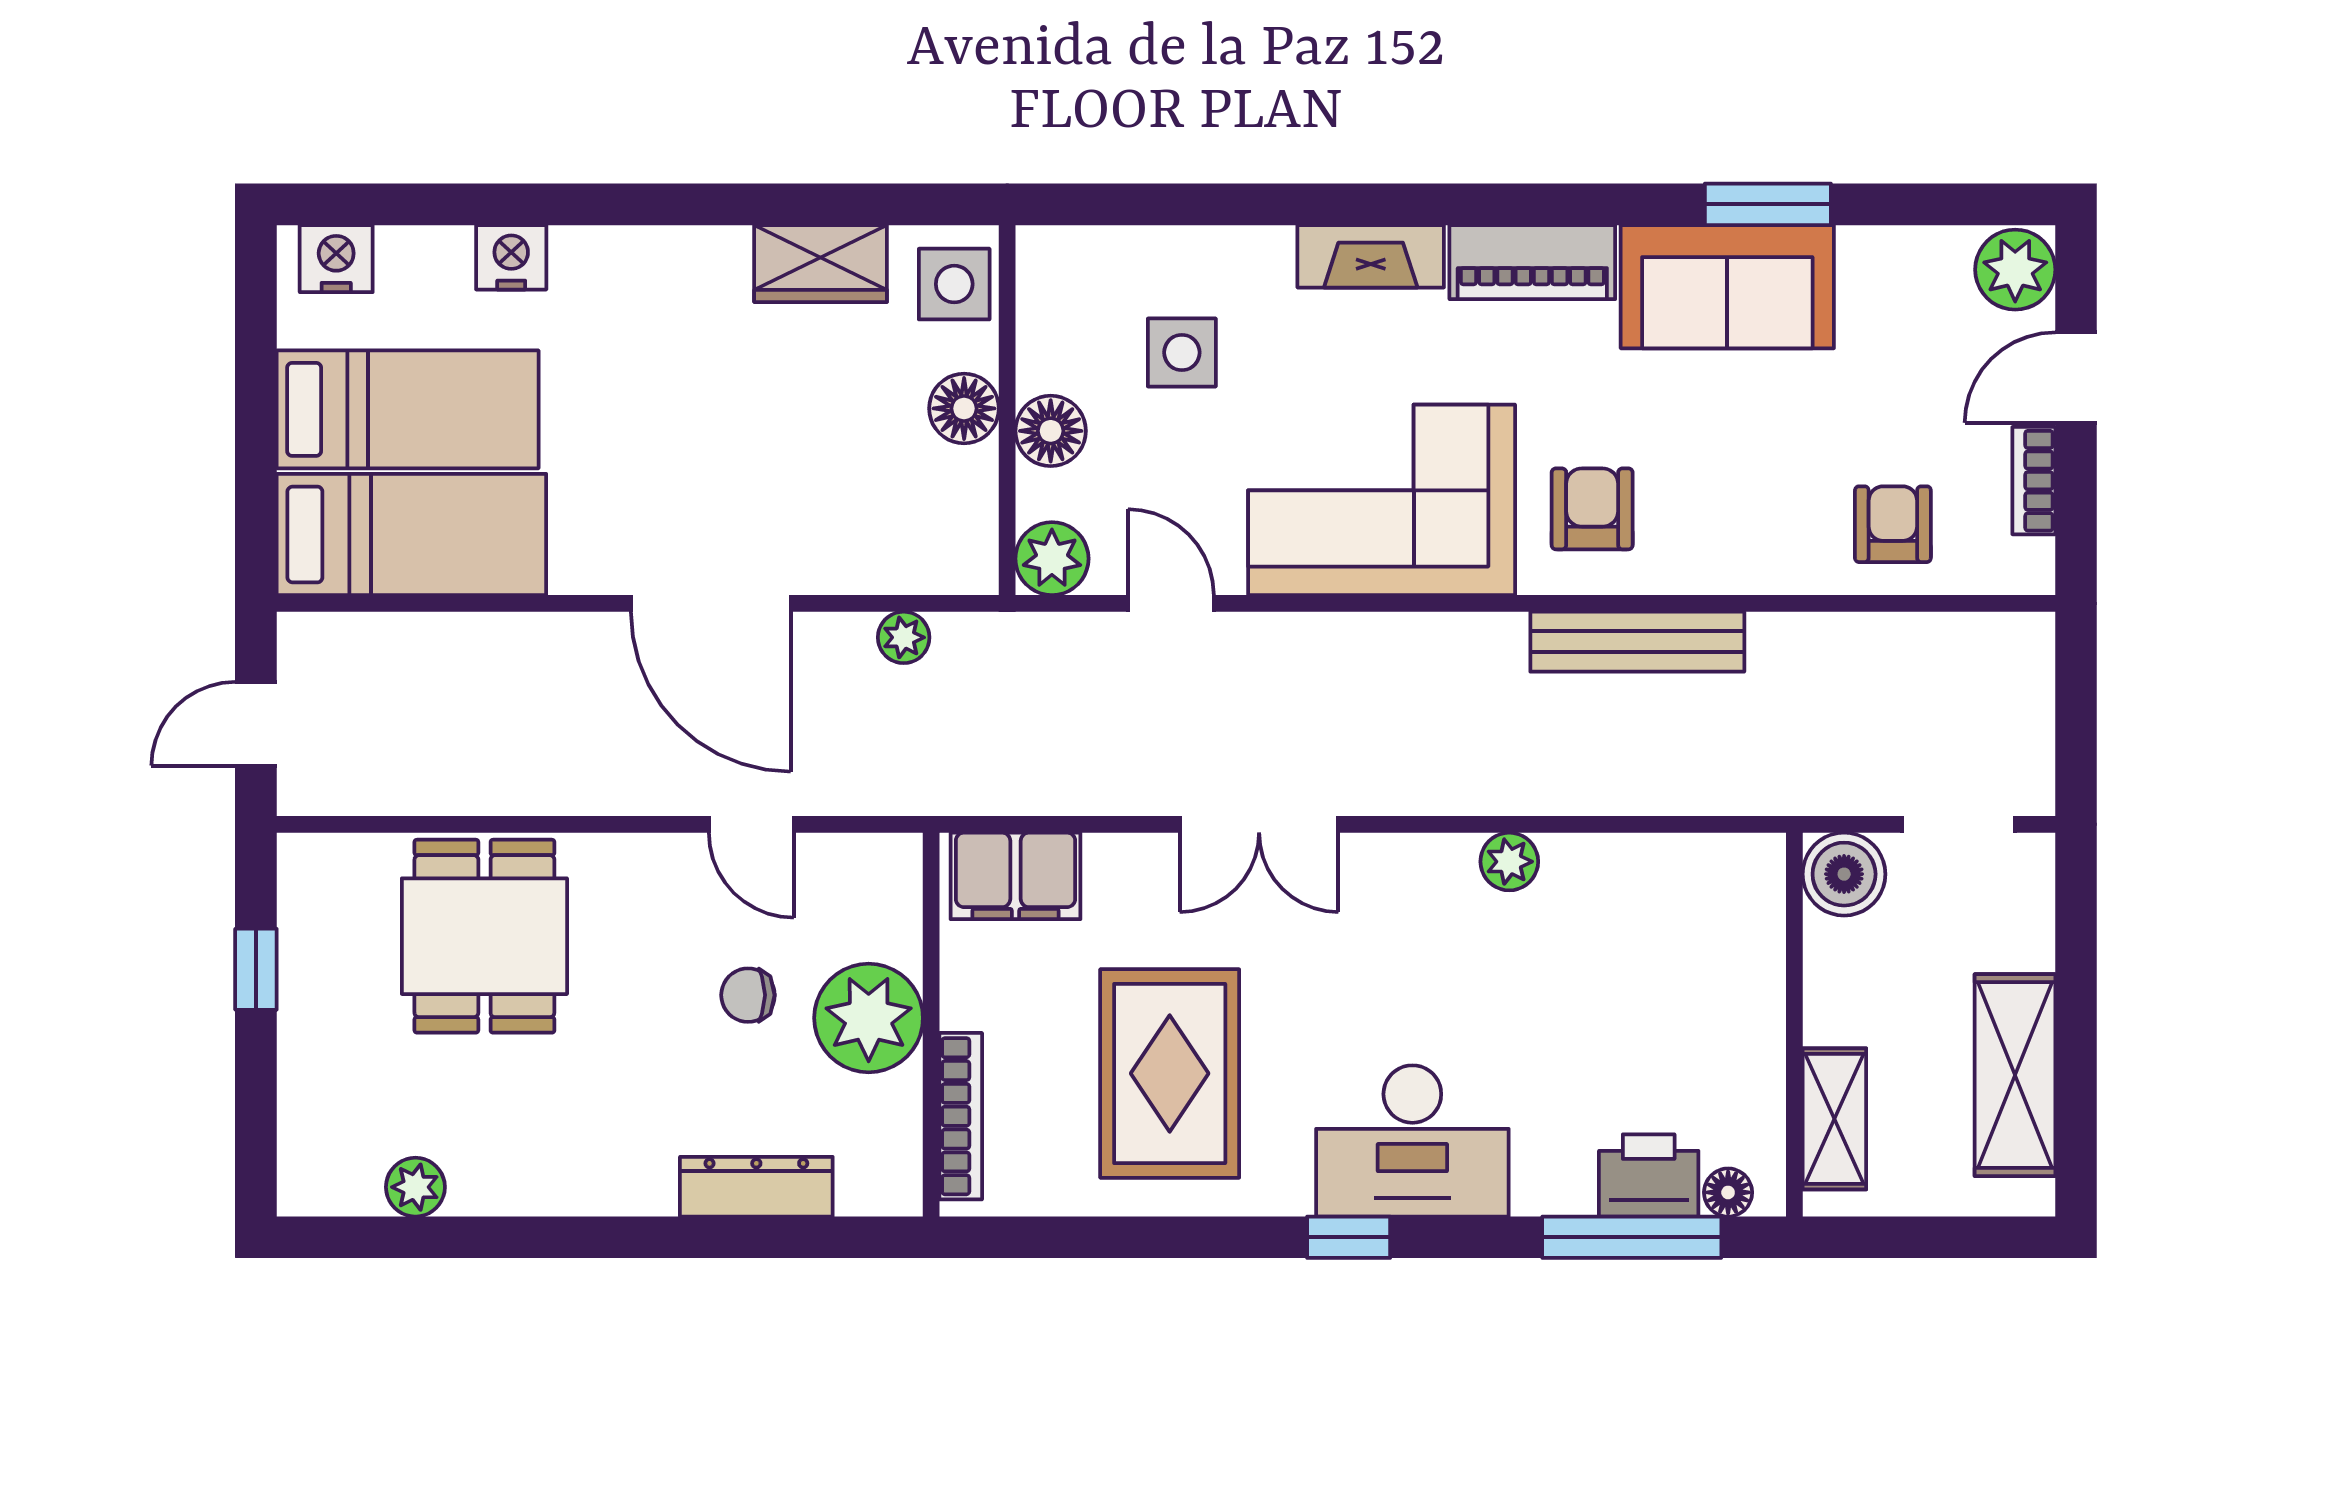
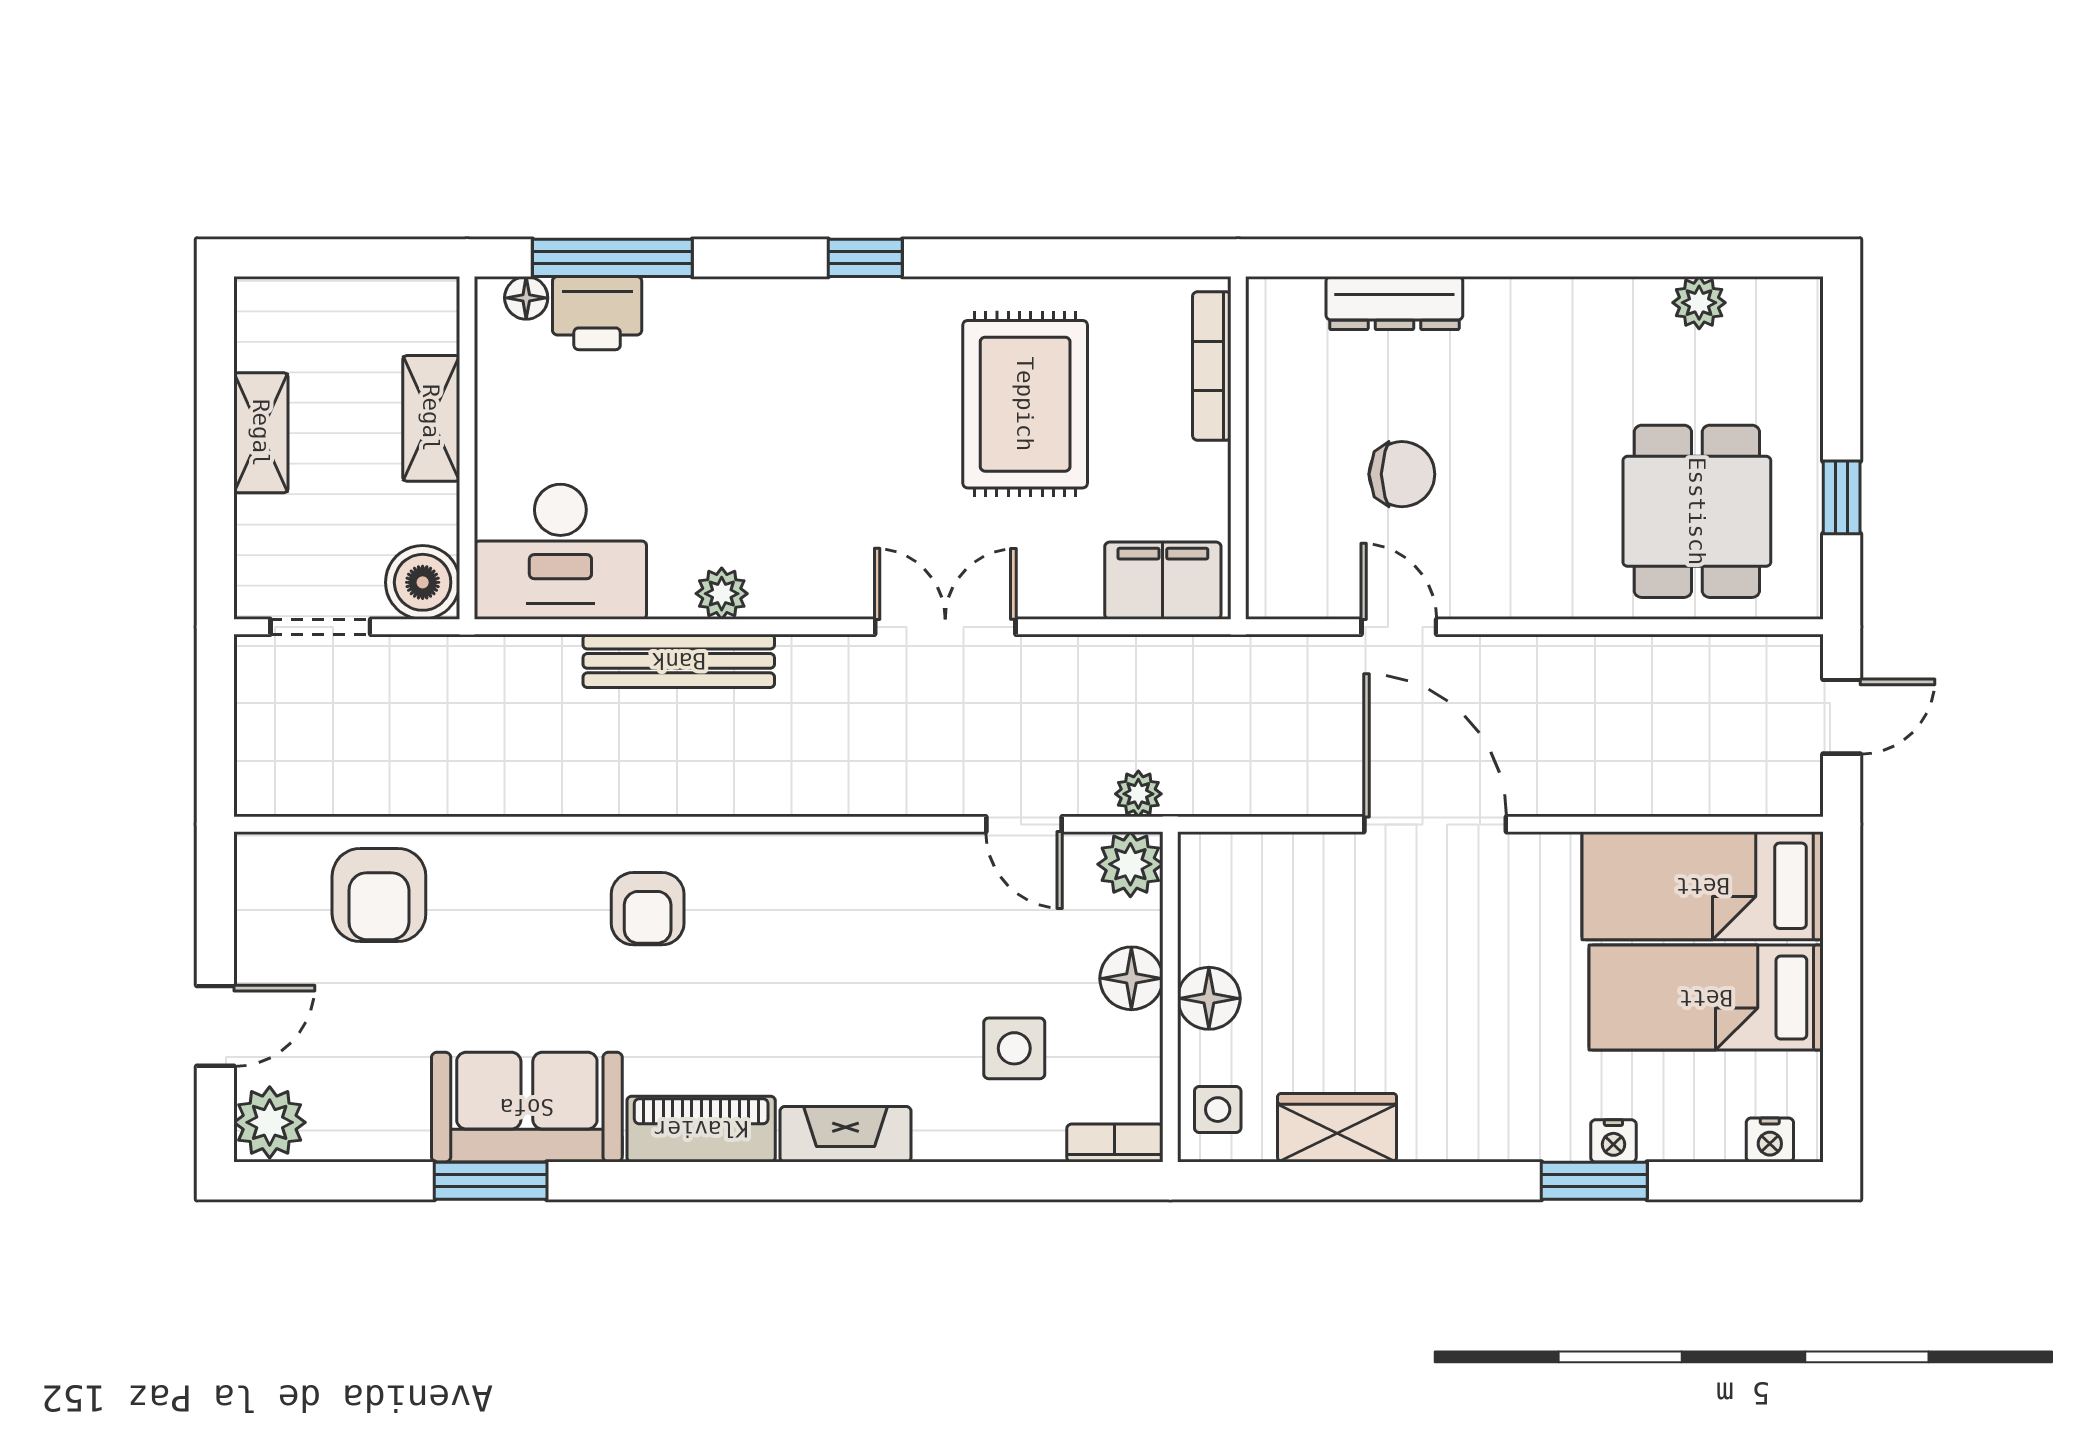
window: (533, 204) -> (1594, 1181), added
nightstand: (511, 257) -> (1613, 1141), width x0.72, depth x0.74
nightstand: (336, 259) -> (1770, 1140), width x0.72, depth x0.74
side table: (954, 284) -> (1218, 1110), width x0.73, depth x0.73
bookcase: (2034, 481) -> (1115, 1143), moved, turned -90
corner sofa: (1382, 500) -> (836, 917), removed
armchair: (1893, 524) -> (379, 895), width x1.38, depth x1.38
plant: (904, 637) -> (1138, 794), moved
bench: (1637, 642) -> (679, 661), moved
dining table: (484, 936) -> (1697, 511), moved
chair: (748, 995) -> (1402, 474), width x1.37, depth x1.37
plant: (869, 1018) -> (1294, 454), removed
shelving: (2015, 1075) -> (261, 433), width x0.67, depth x0.75
shelving: (1834, 1119) -> (431, 418), moved
desk: (1412, 1141) -> (560, 552), moved, turned 180

